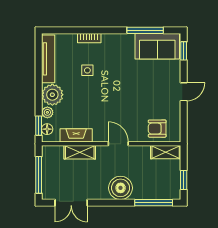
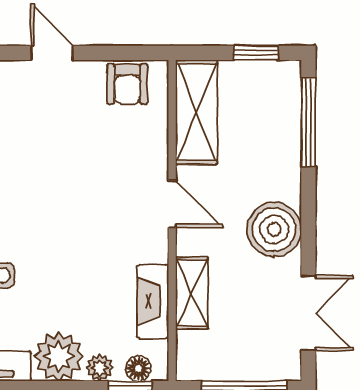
armchair: (157, 129) -> (127, 84), moved
door: (118, 144) -> (172, 204), swing flipped
shelving: (166, 152) -> (197, 112), width x1.50, depth x1.33
boiler: (121, 188) -> (274, 229), moved

